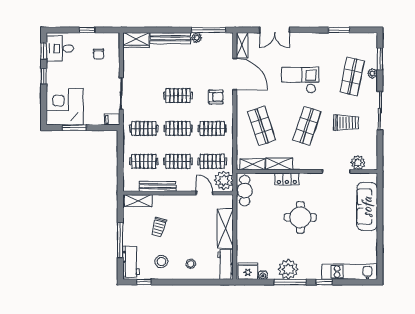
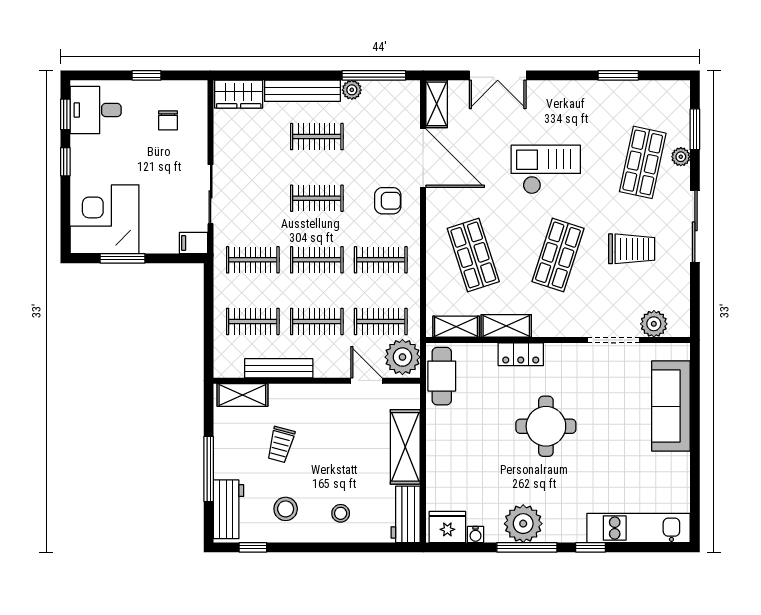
clothes rail: (178, 63) -> (317, 137), added

